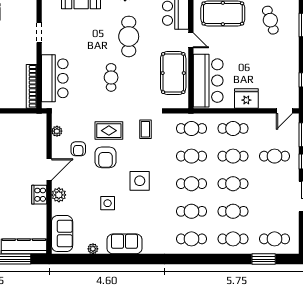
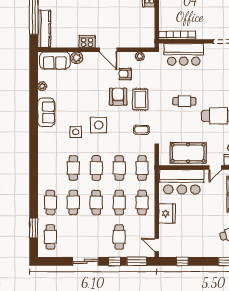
armchair: (105, 157) -> (118, 97), turned 90
plant: (59, 195) -> (77, 58), moved
side table: (108, 203) -> (76, 132), moved
cafe table: (191, 239) -> (50, 168), removed

